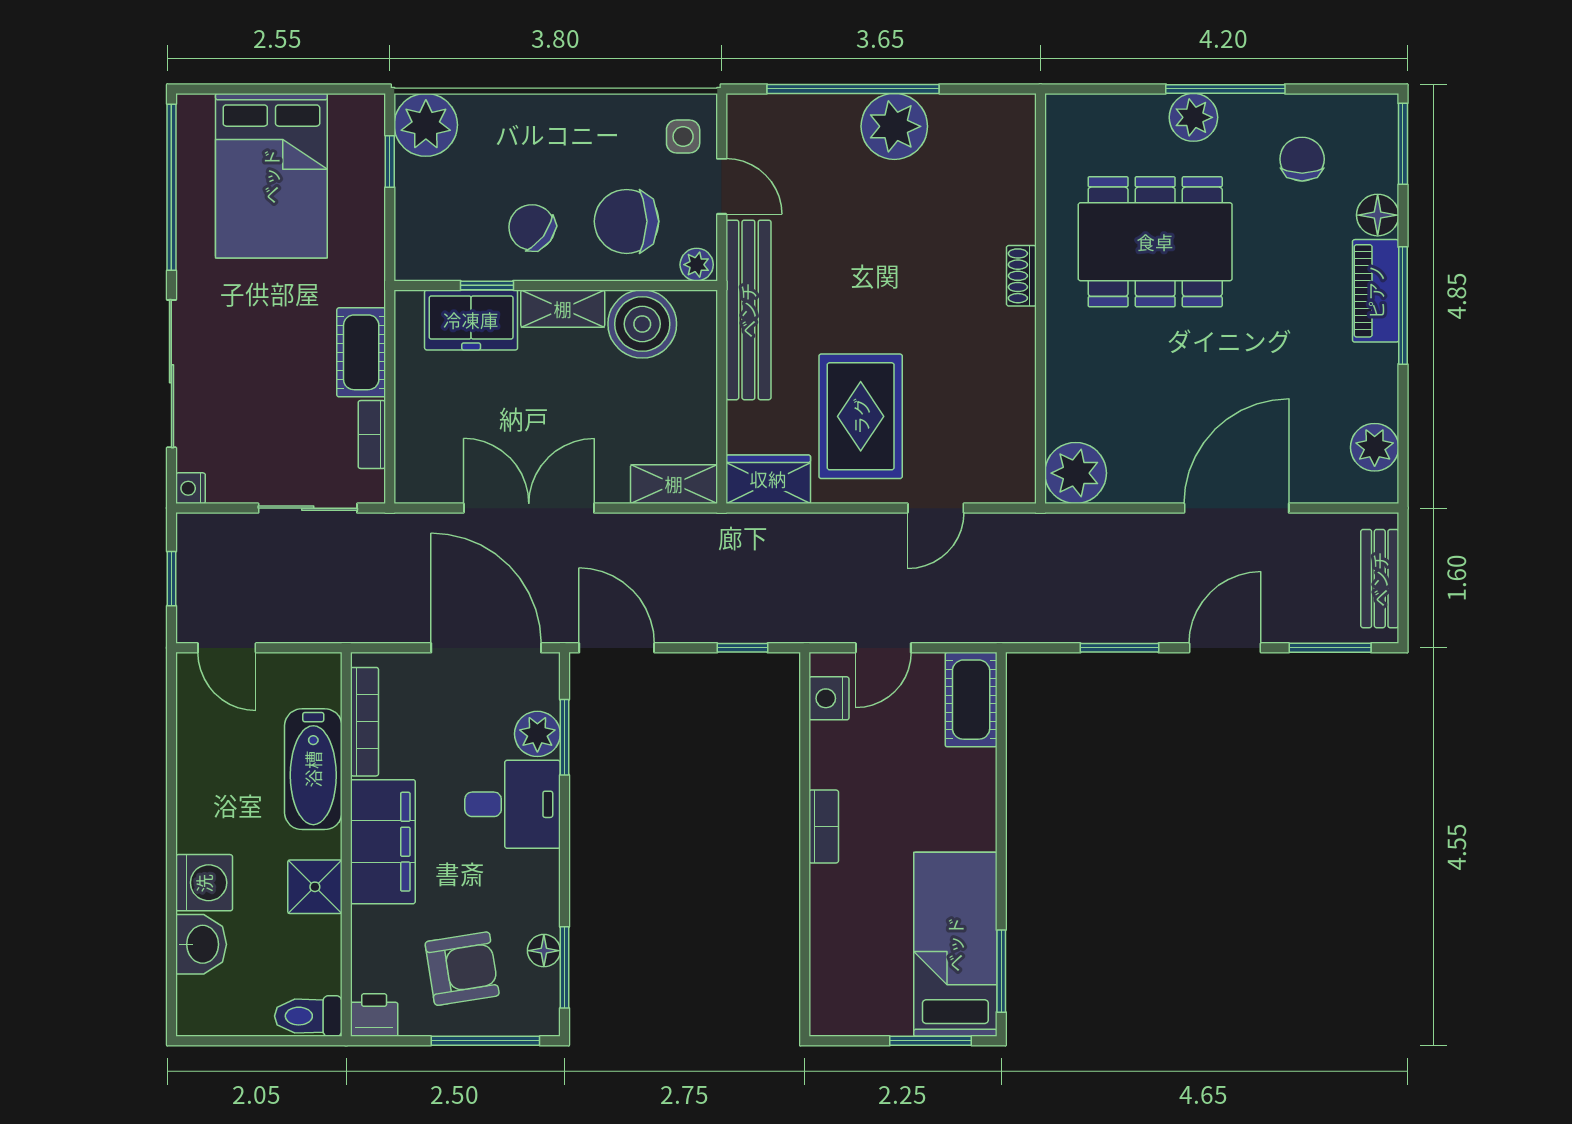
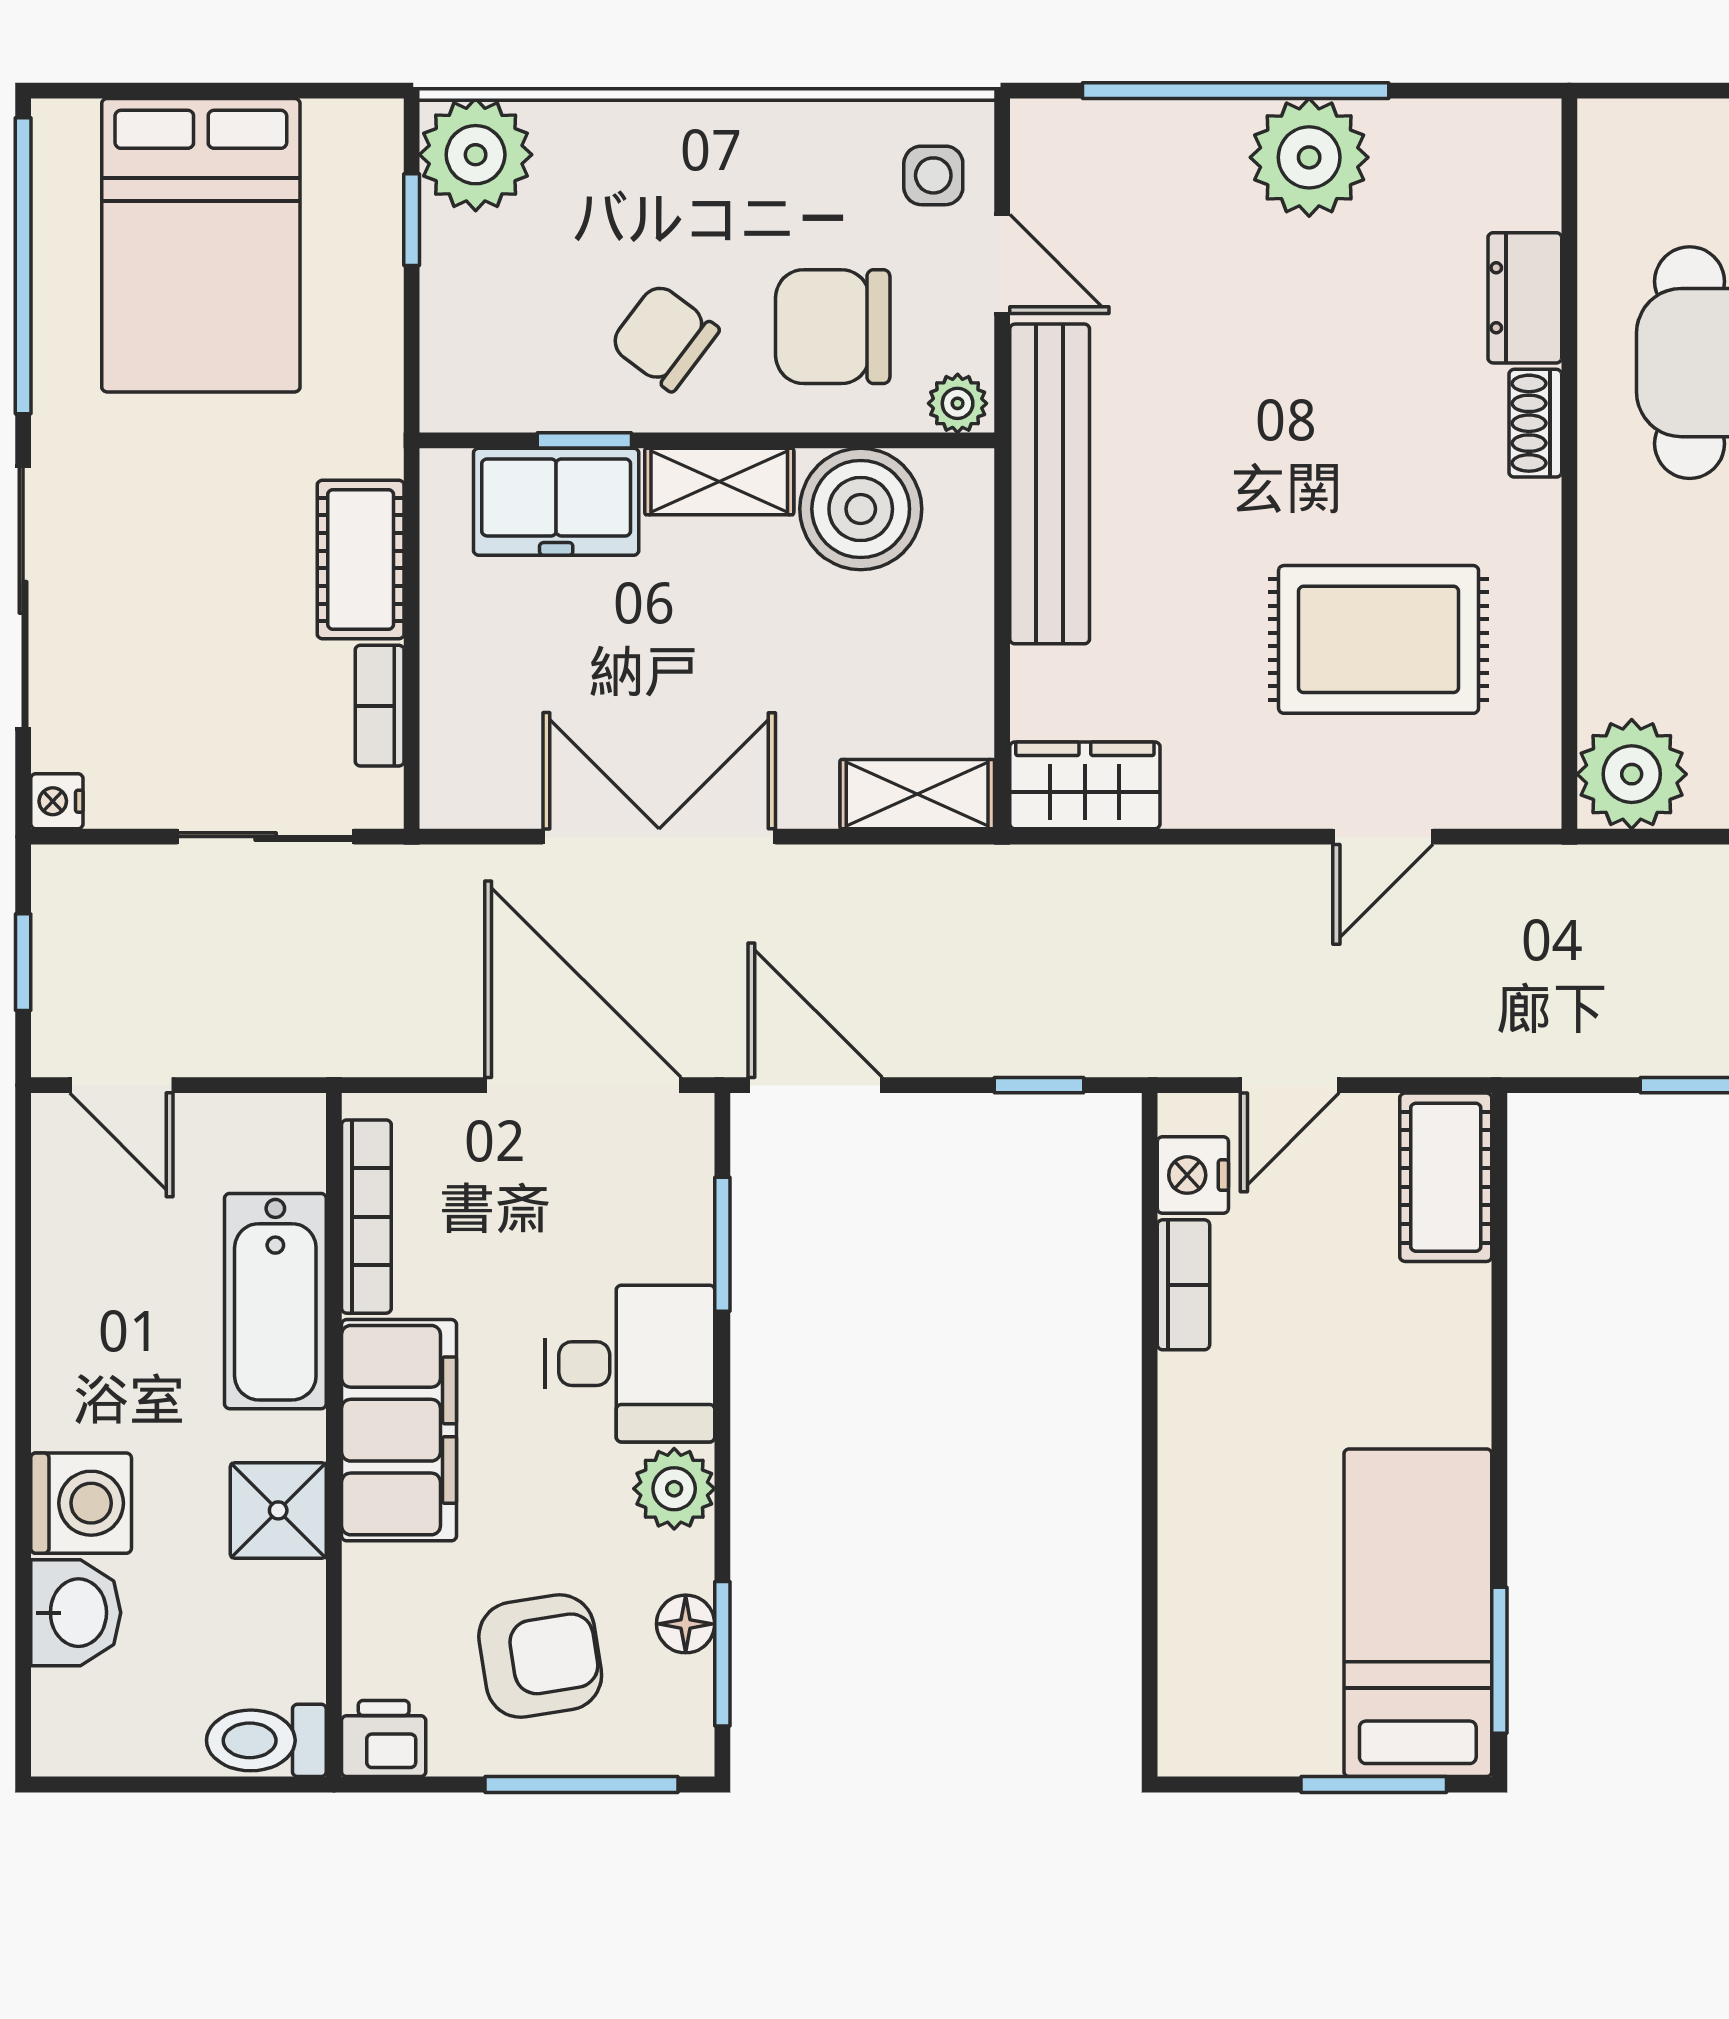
dresser: (1015, 205) -> (1525, 298), added
rug: (861, 416) -> (1379, 639), moved, turned 90
plant: (537, 734) -> (674, 1489), moved
bookcase: (824, 826) -> (1184, 1285), moved

